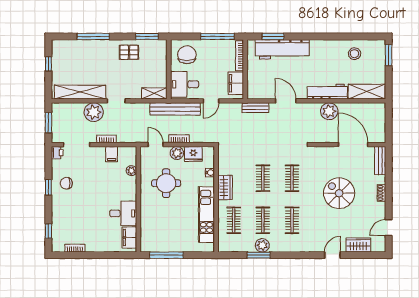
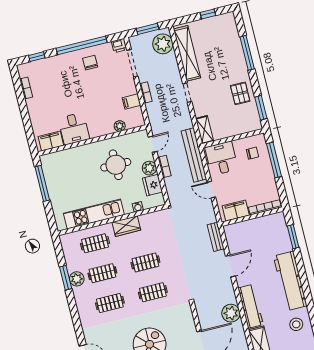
window: (217, 36) -> (274, 160), moved
workbench: (282, 49) -> (290, 281), moved
chair: (187, 55) -> (252, 153), width x0.54, depth x0.54
plant: (94, 112) -> (163, 44), moved
window: (48, 187) -> (82, 45), width x3.17

